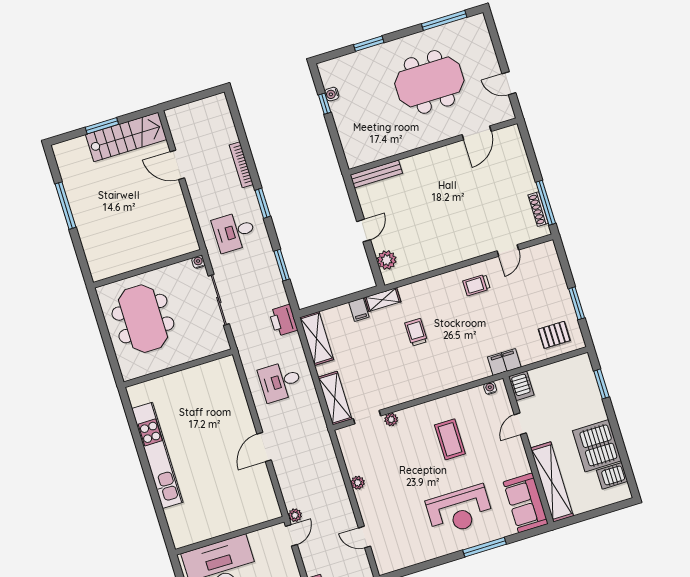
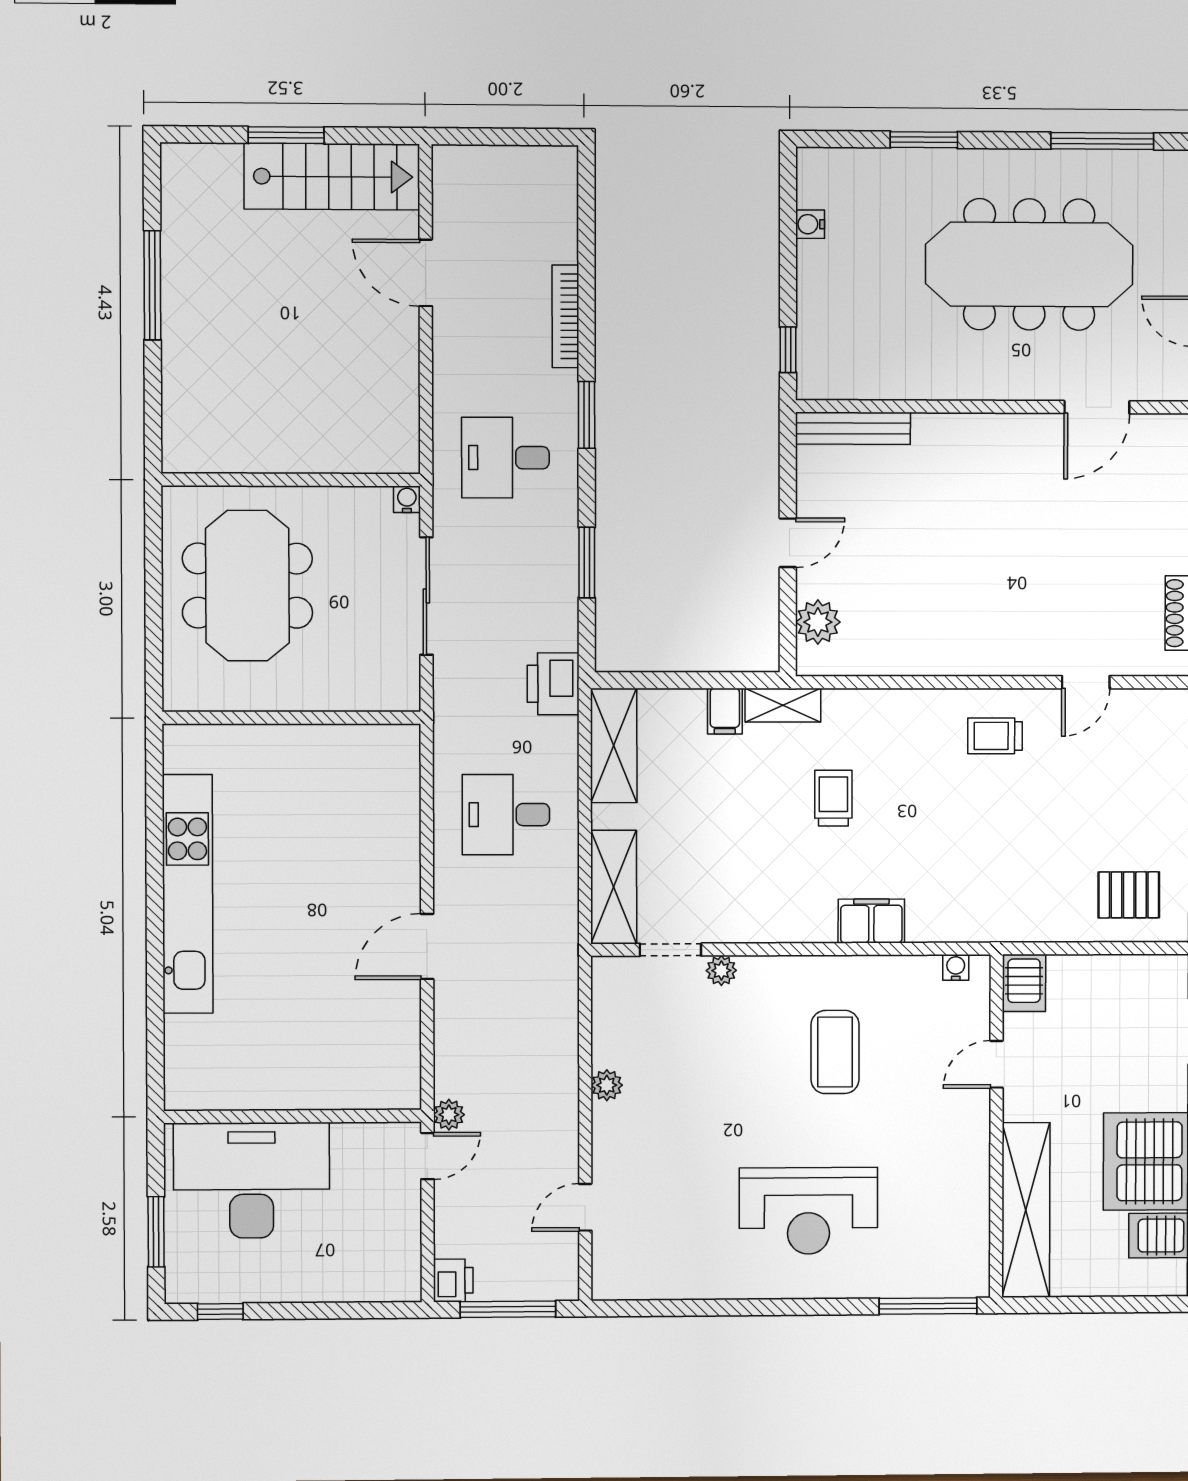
meeting table: (429, 82) -> (1029, 264), width x1.36
window: (325, 104) -> (788, 350), moved
filing cabinet: (504, 362) -> (871, 921), moved
sofa: (526, 503) -> (956, 1238), removed
door: (364, 537) -> (585, 1207), hinge flipped
window: (485, 547) -> (928, 1306), moved

